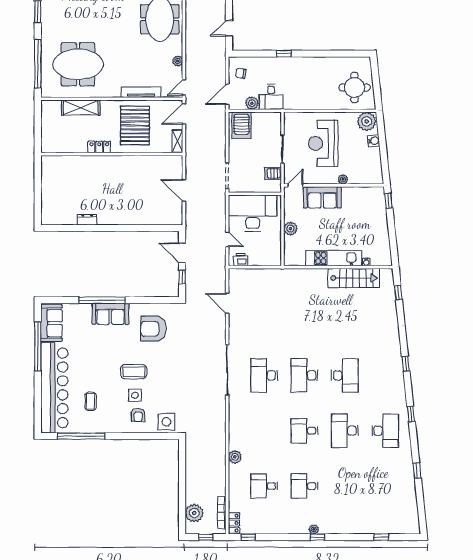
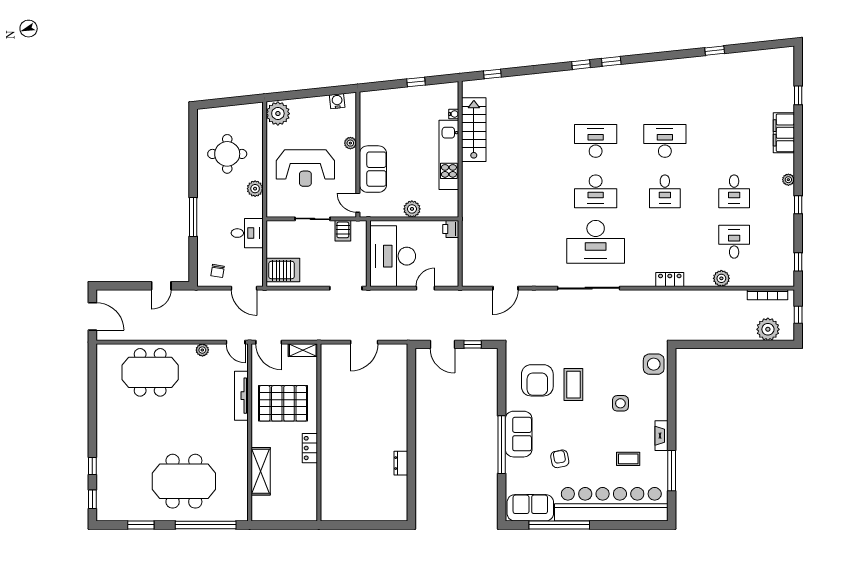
door: (229, 28) -> (161, 286), hinge flipped
window: (284, 54) -> (193, 217), width x2.17
meeting table: (78, 64) -> (184, 481), moved, turned 90
round table: (354, 88) -> (227, 154), moved
plant: (252, 103) -> (255, 189), moved
water cooler: (374, 141) -> (337, 101), moved
window: (389, 201) -> (416, 82), moved
door: (182, 253) -> (442, 344), hinge flipped
printer: (241, 260) -> (451, 229), moved
coffee table: (134, 372) -> (573, 385), moved
desk: (264, 375) -> (596, 242), width x1.36, depth x1.30
window: (411, 414) -> (611, 61), moved
armchair: (138, 415) -> (560, 459), moved, turned -101
fireplace: (109, 428) -> (661, 436), added
desk: (345, 431) -> (665, 141), turned 180
desk: (385, 431) -> (665, 90), removed
window: (81, 436) -> (672, 471), width x0.68
plant: (235, 457) -> (721, 278), moved
desk: (264, 486) -> (734, 242), turned 180
locker: (234, 523) -> (670, 279), moved
filing cabinet: (351, 526) -> (784, 133), added
window: (317, 537) -> (798, 205), moved

